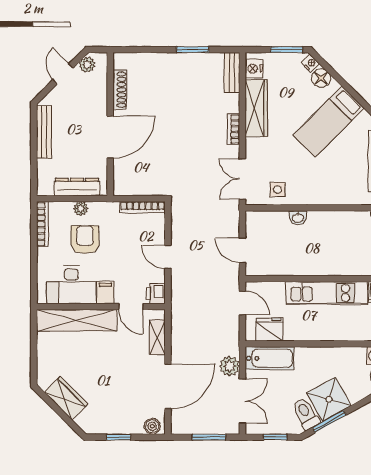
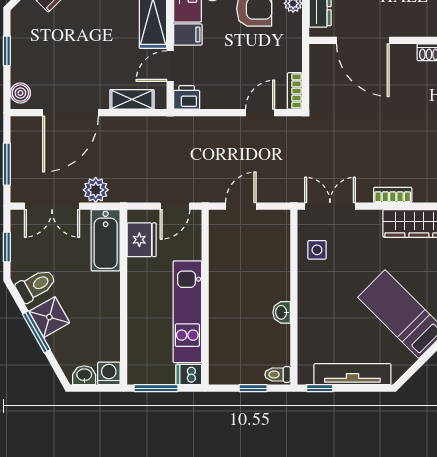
door: (110, 137) -> (363, 40), moved
bookcase: (142, 207) -> (295, 91), width x0.64
washbasin: (298, 218) -> (282, 312), moved
door: (168, 257) -> (260, 113), moved
door: (168, 386) -> (70, 113), hinge flipped
shower: (329, 399) -> (49, 317), width x0.73, depth x0.73
window: (329, 421) -> (36, 332), moved

